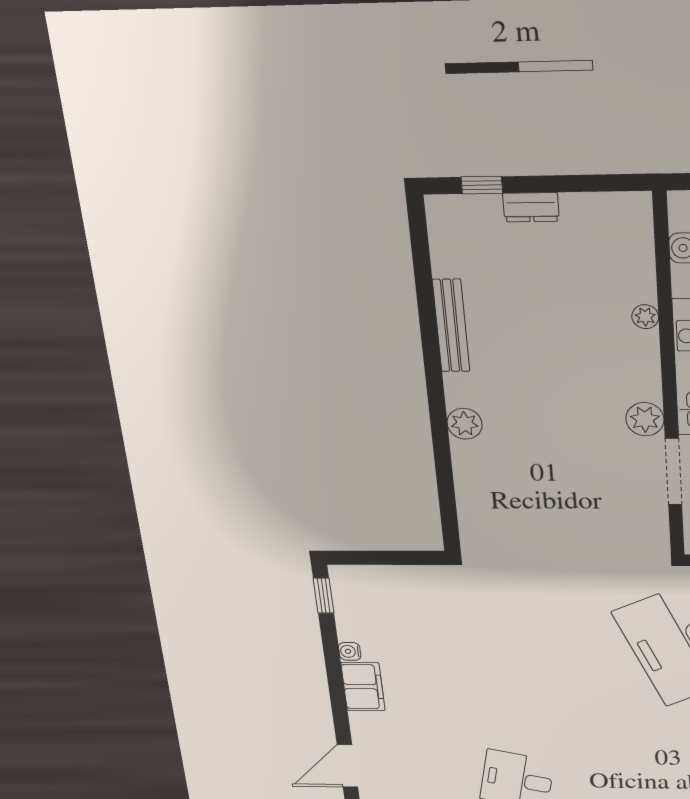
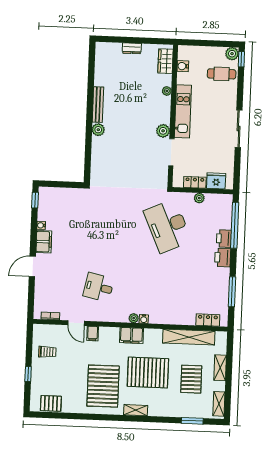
window: (482, 185) -> (116, 39), removed
wardrobe: (633, 237) -> (165, 61), added
bench: (451, 326) -> (98, 105), moved
door: (347, 766) -> (32, 266), moved

